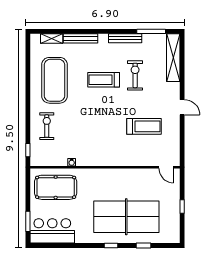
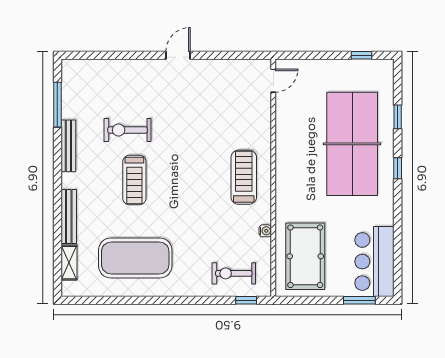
shelving: (173, 58) -> (99, 69), removed
exercise bike: (47, 126) -> (234, 273), moved
treadmill: (144, 126) -> (244, 177), moved
window: (182, 206) -> (361, 55), moved

